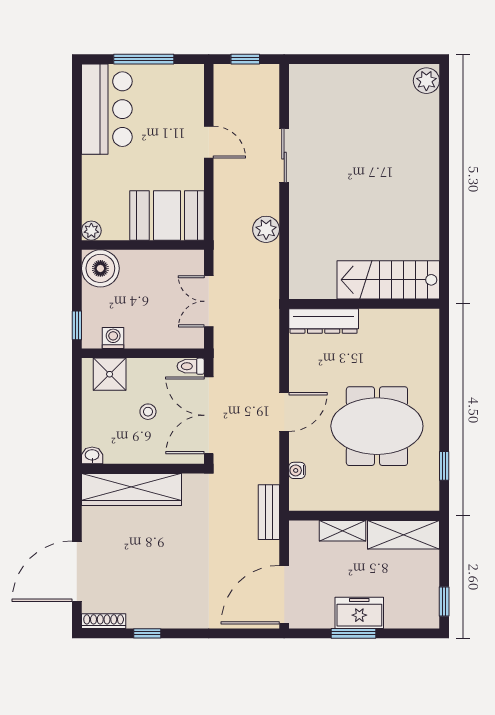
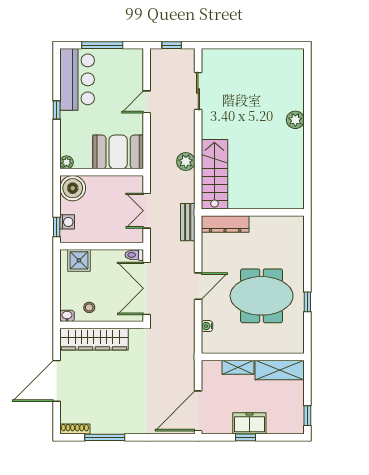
plant: (426, 81) -> (295, 120), moved
door: (209, 142) -> (147, 102), swing flipped
window: (77, 154) -> (57, 110), added
sliding door: (284, 156) -> (198, 91), moved
stairs: (388, 280) -> (214, 174), moved, turned 90
washing machine: (113, 338) -> (67, 222), moved, turned 90
stool: (148, 412) -> (89, 307), moved
window: (444, 466) -> (307, 302), moved
bench: (269, 512) -> (188, 222), moved
door: (77, 571) -> (57, 381), moved
window: (147, 633) -> (105, 437), width x2.17
window: (353, 633) -> (246, 437), width x0.67

